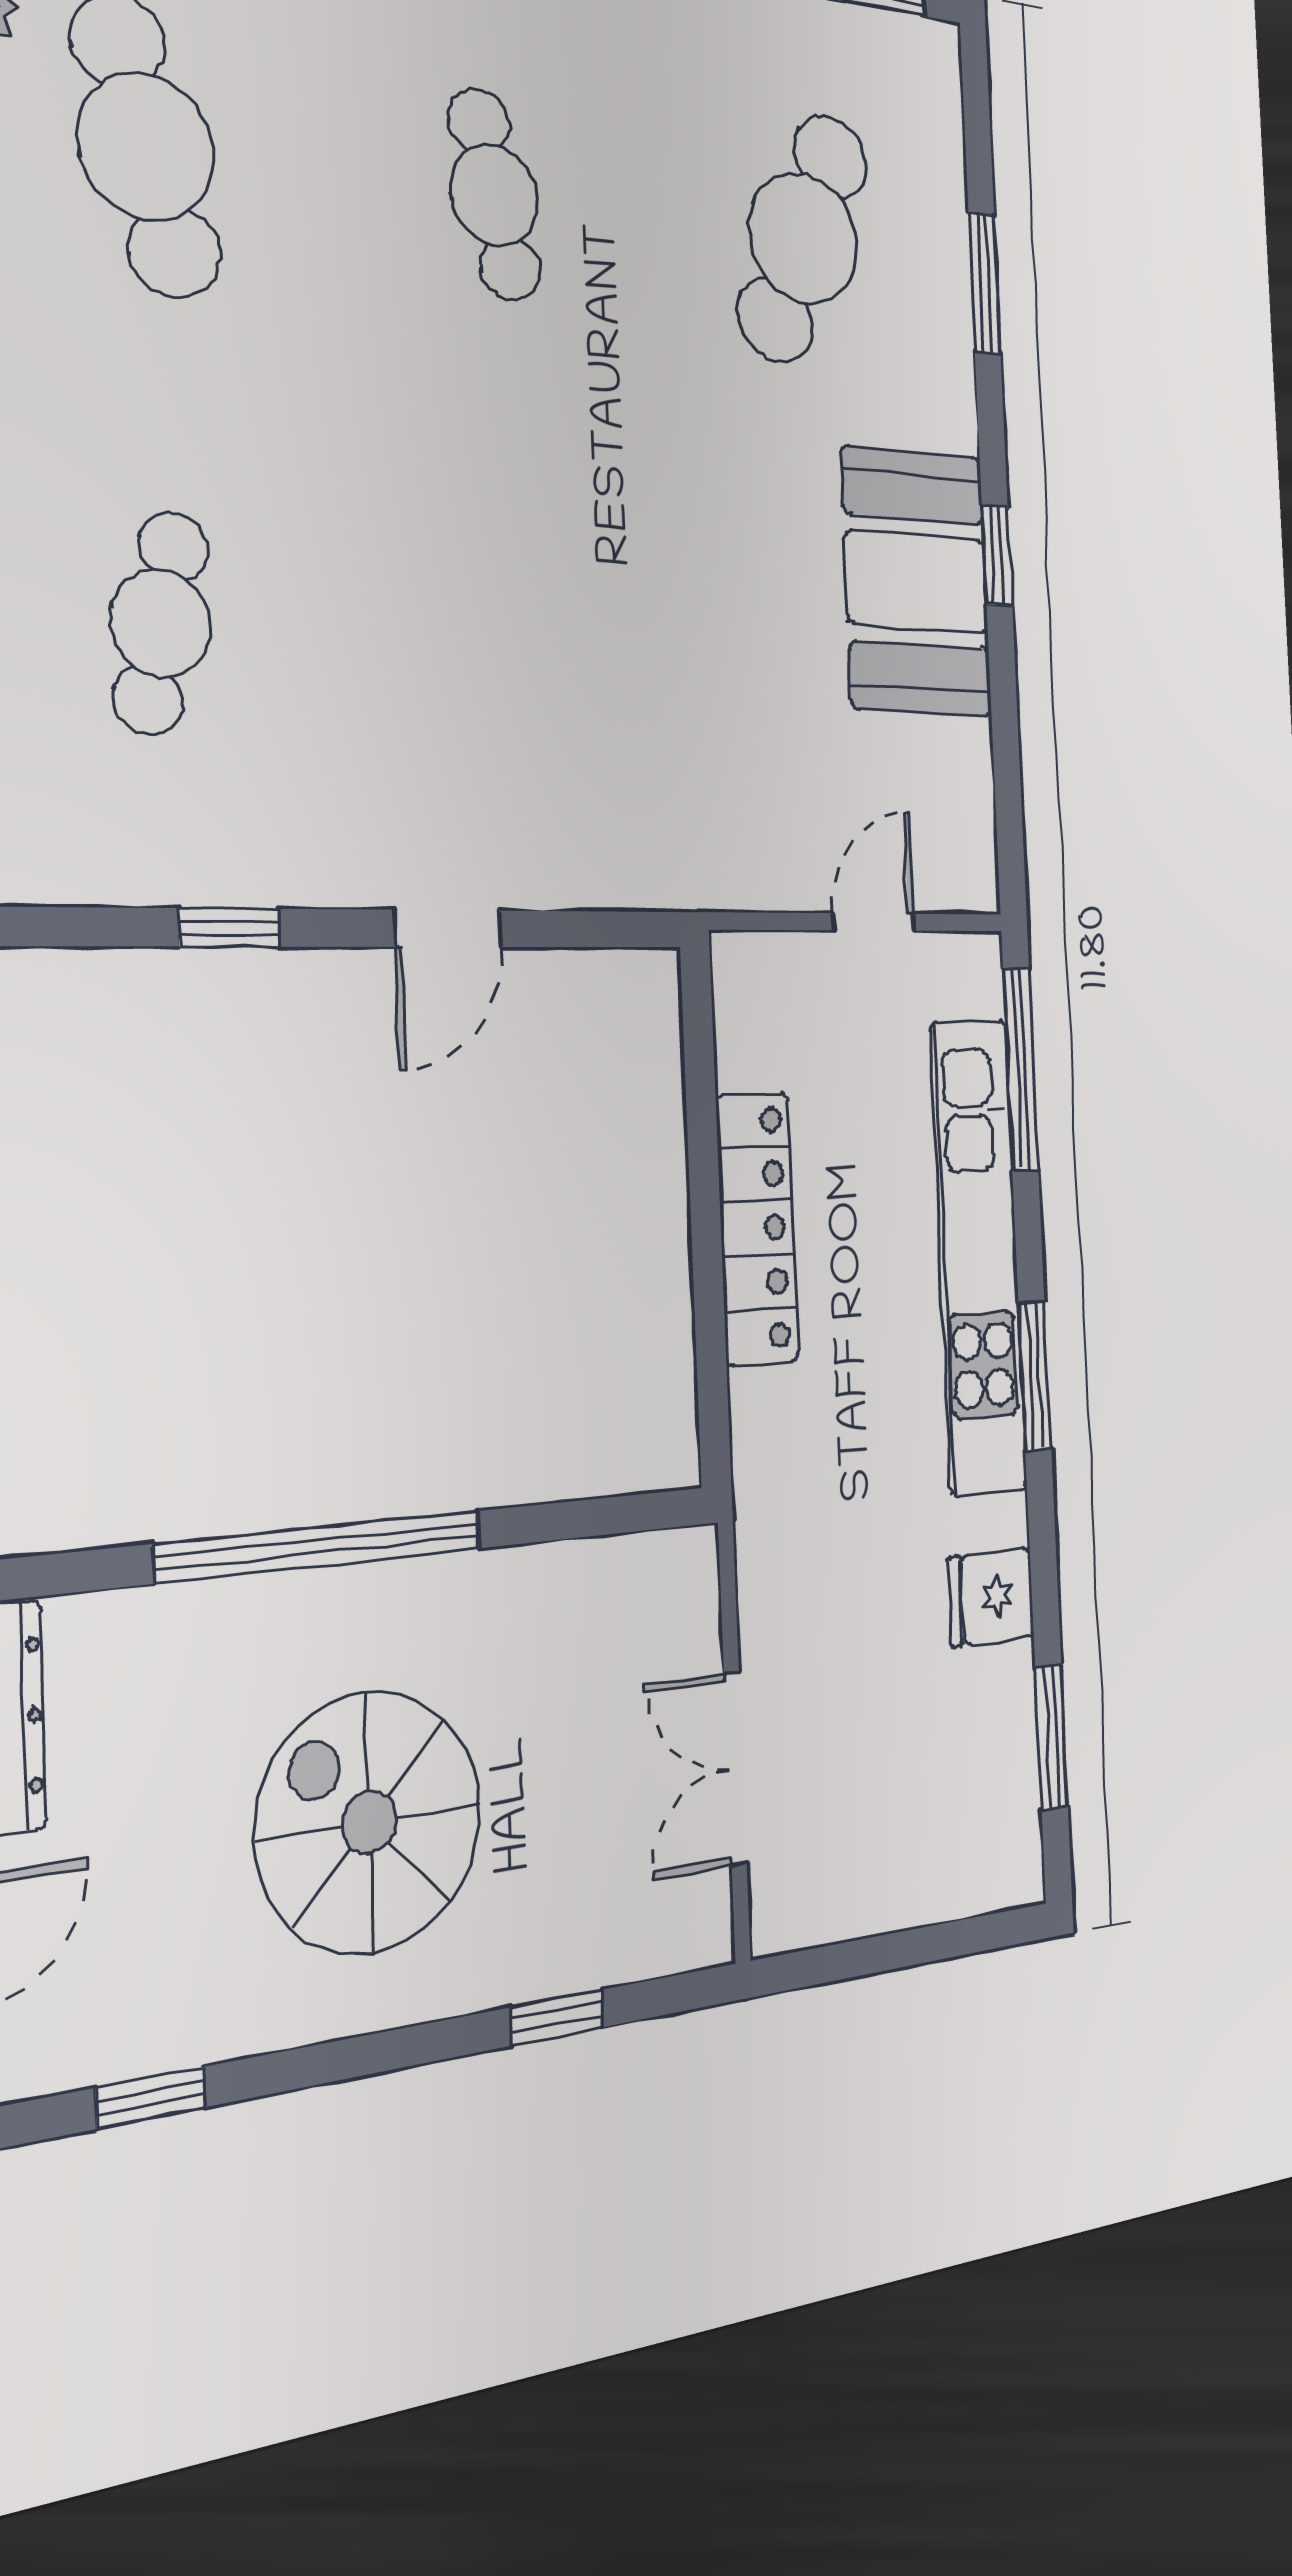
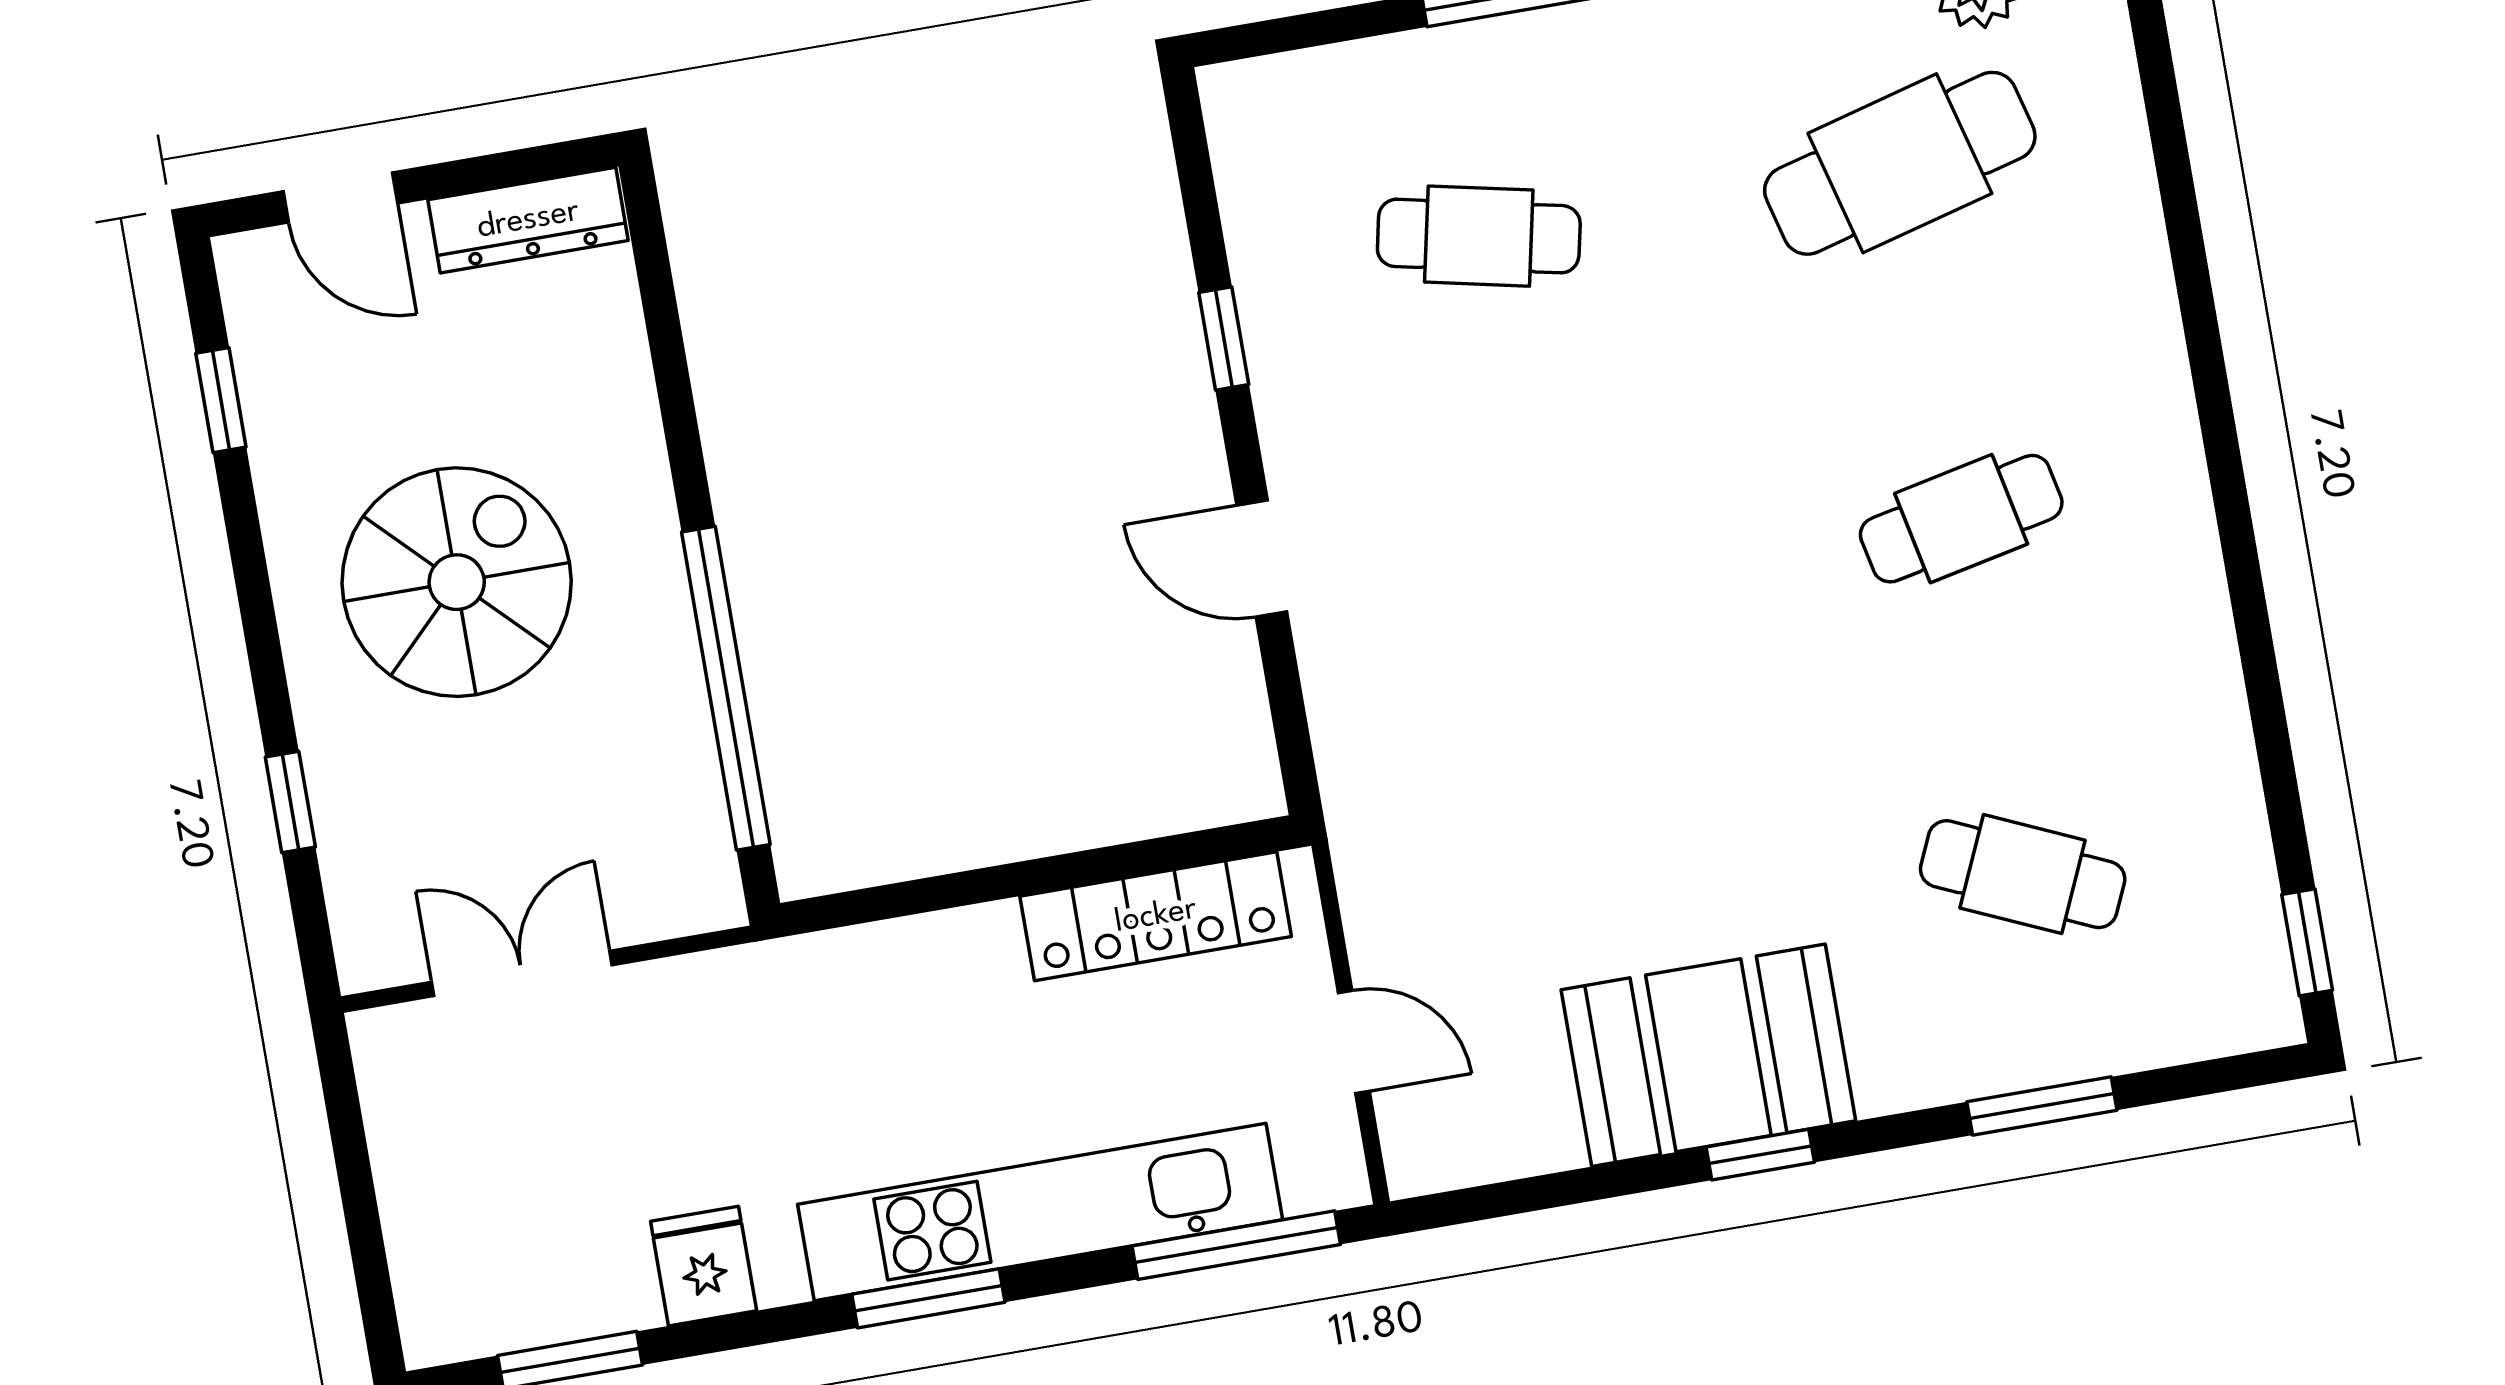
cafe table: (803, 238) -> (2023, 874), width x0.73, depth x0.74
locker: (757, 1228) -> (1156, 916), moved
window: (320, 1546) -> (726, 688), moved

